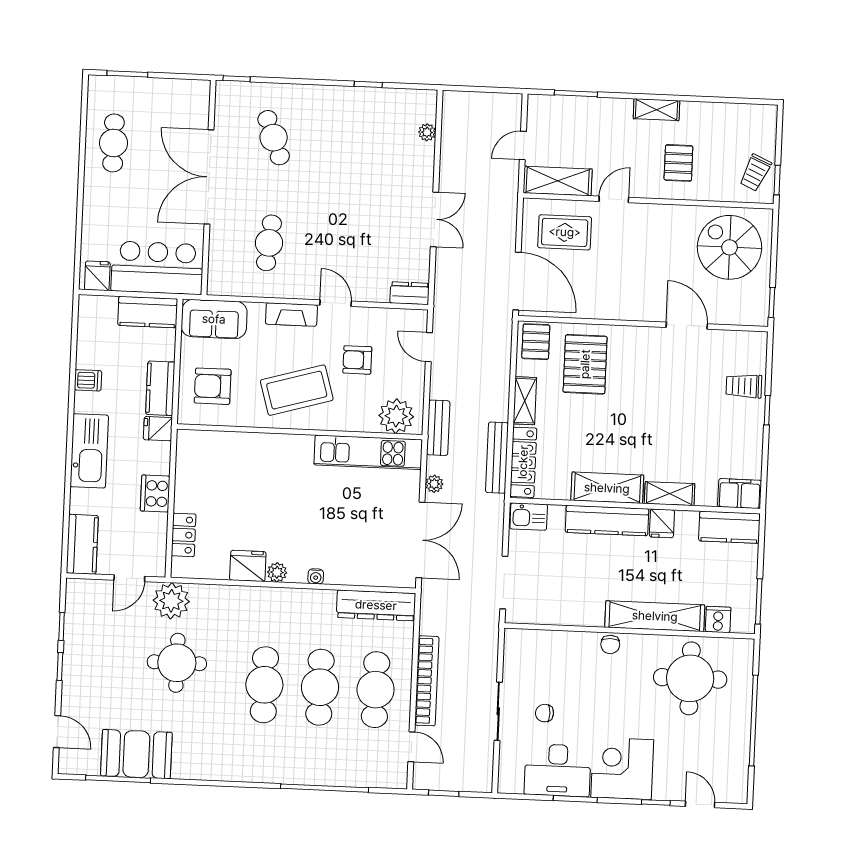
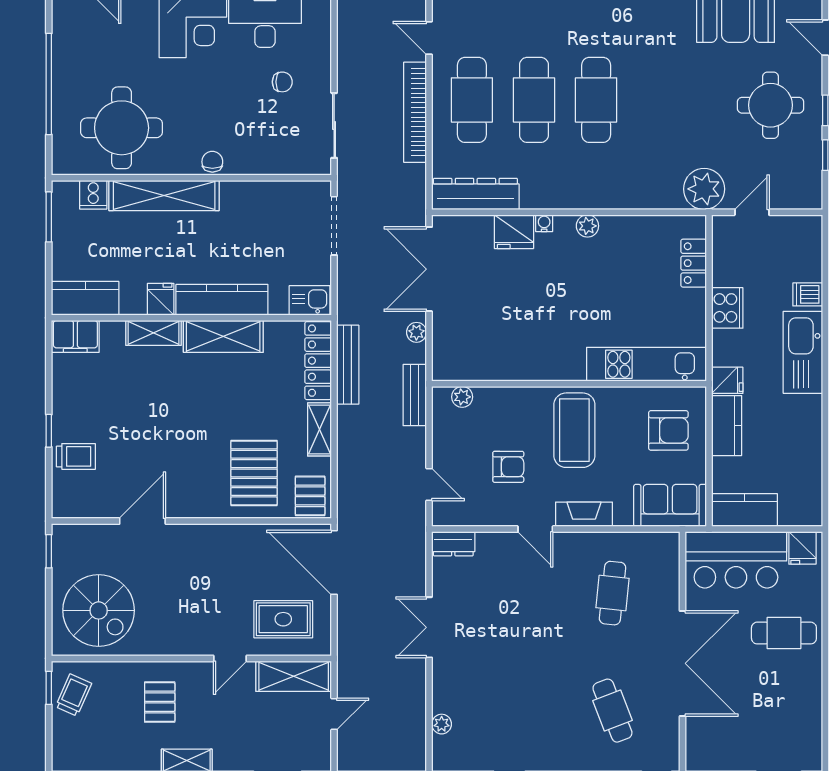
cafe table: (114, 143) -> (784, 633), moved, turned 90
door: (687, 326) -> (142, 521), swing flipped
dishwasher: (88, 380) -> (808, 294), moved
coffee table: (297, 390) -> (574, 430), turned -74
plant: (396, 416) -> (462, 397), width x0.53, depth x0.53
kitchen unit: (368, 452) -> (646, 364), moved
kitchen counter: (82, 544) -> (806, 248), removed
fridge: (248, 566) -> (514, 232), moved
round table: (177, 663) -> (770, 105), moved
sliding door: (498, 711) -> (334, 125), moved

